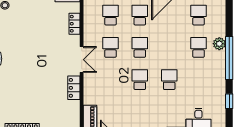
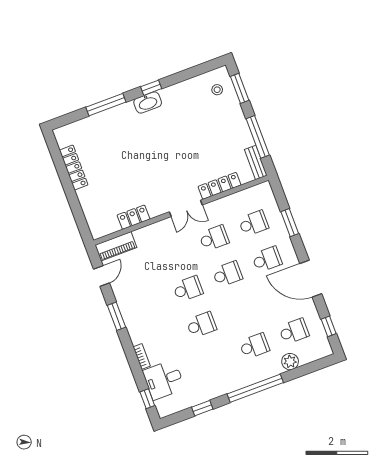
locker: (74, 24) -> (220, 186), width x1.53
plant: (219, 44) -> (290, 362), moved
locker: (74, 88) -> (133, 217), moved

